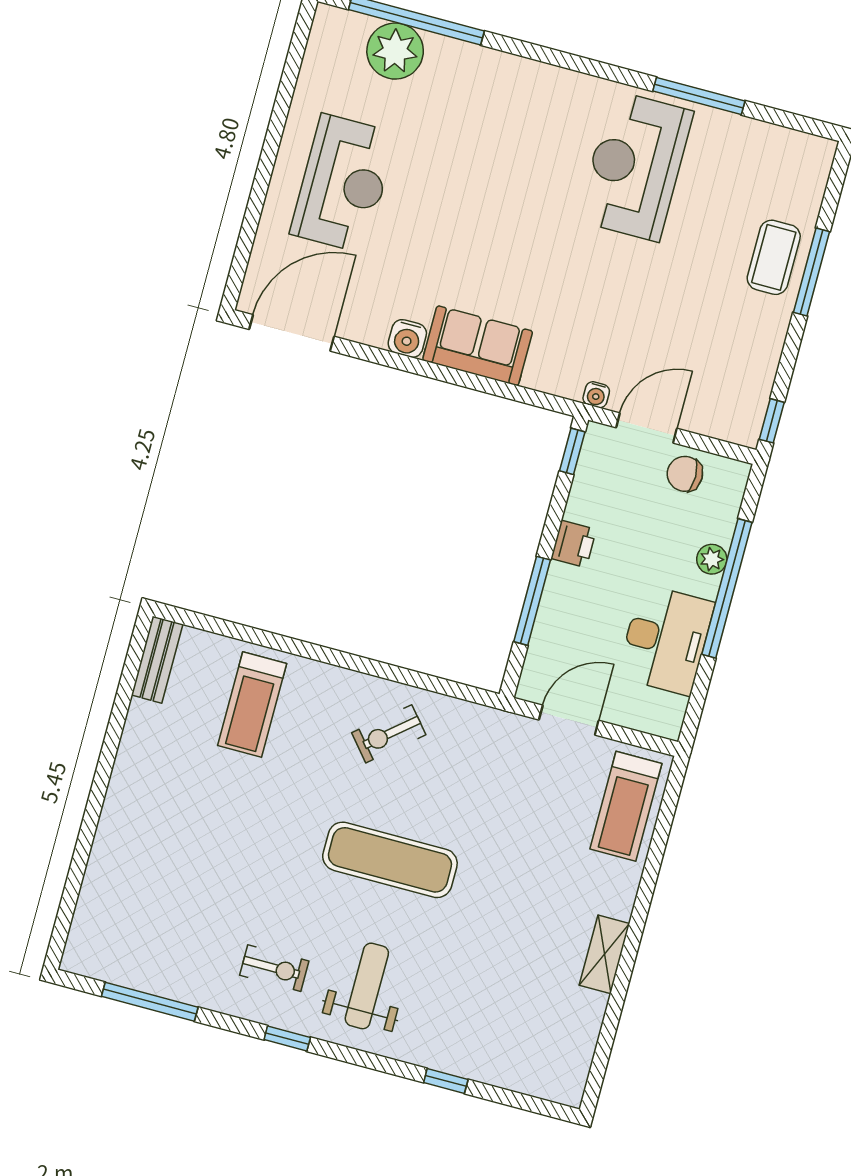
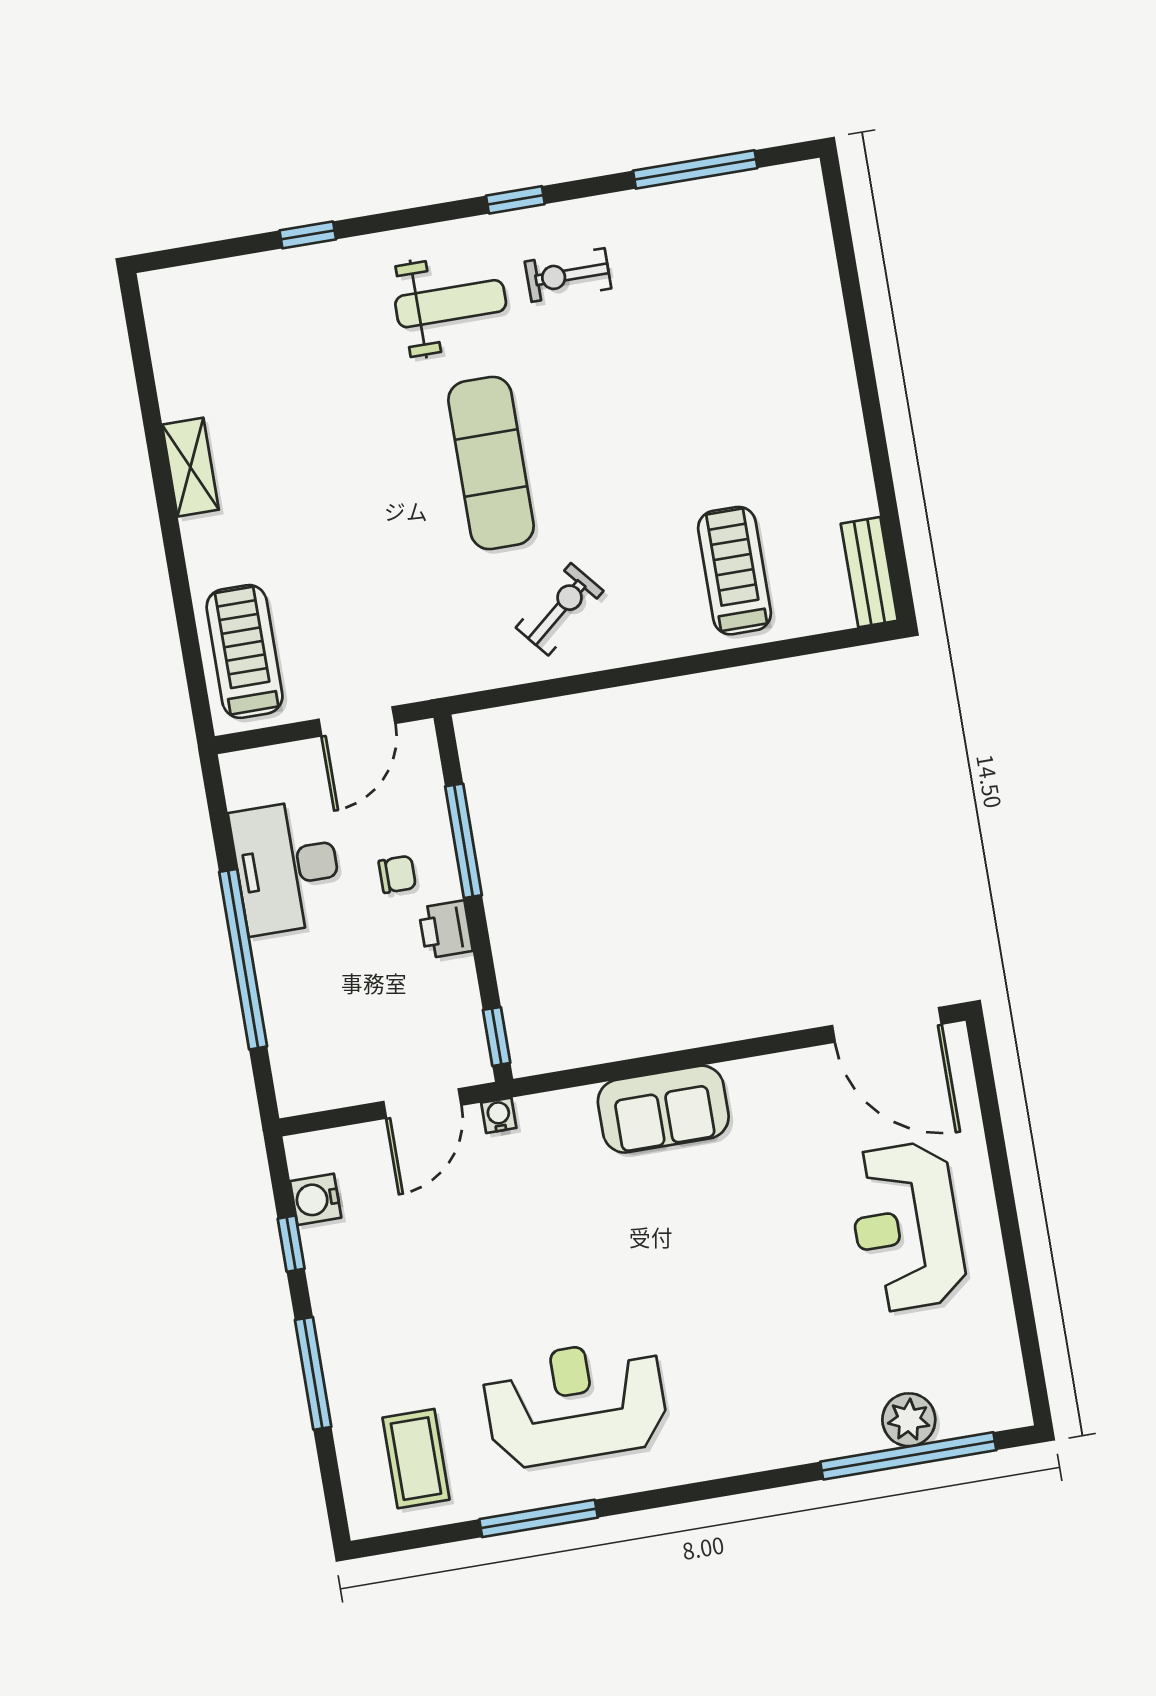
plant: (395, 51) -> (909, 1420), width x0.73, depth x0.73
reception desk: (635, 166) -> (575, 1403), turned -90
coffee table: (774, 257) -> (416, 1459), moved
door: (292, 333) -> (887, 1025), hinge flipped
water cooler: (407, 338) -> (316, 1199), moved, turned -90
window: (772, 421) -> (291, 1244), moved
chair: (685, 474) -> (397, 874), moved, width x0.73, depth x0.73
plant: (712, 559) -> (276, 985), removed
exercise mat: (390, 860) -> (491, 463), turned 90
weight bench: (367, 986) -> (451, 304), turned -90

